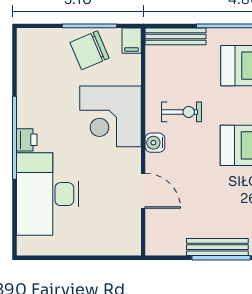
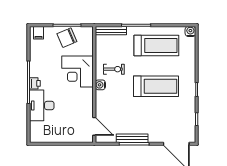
filing cabinet: (132, 41) -> (39, 33), moved
door: (143, 191) -> (94, 126), moved
desk: (48, 194) -> (42, 105), width x0.73, depth x0.77

